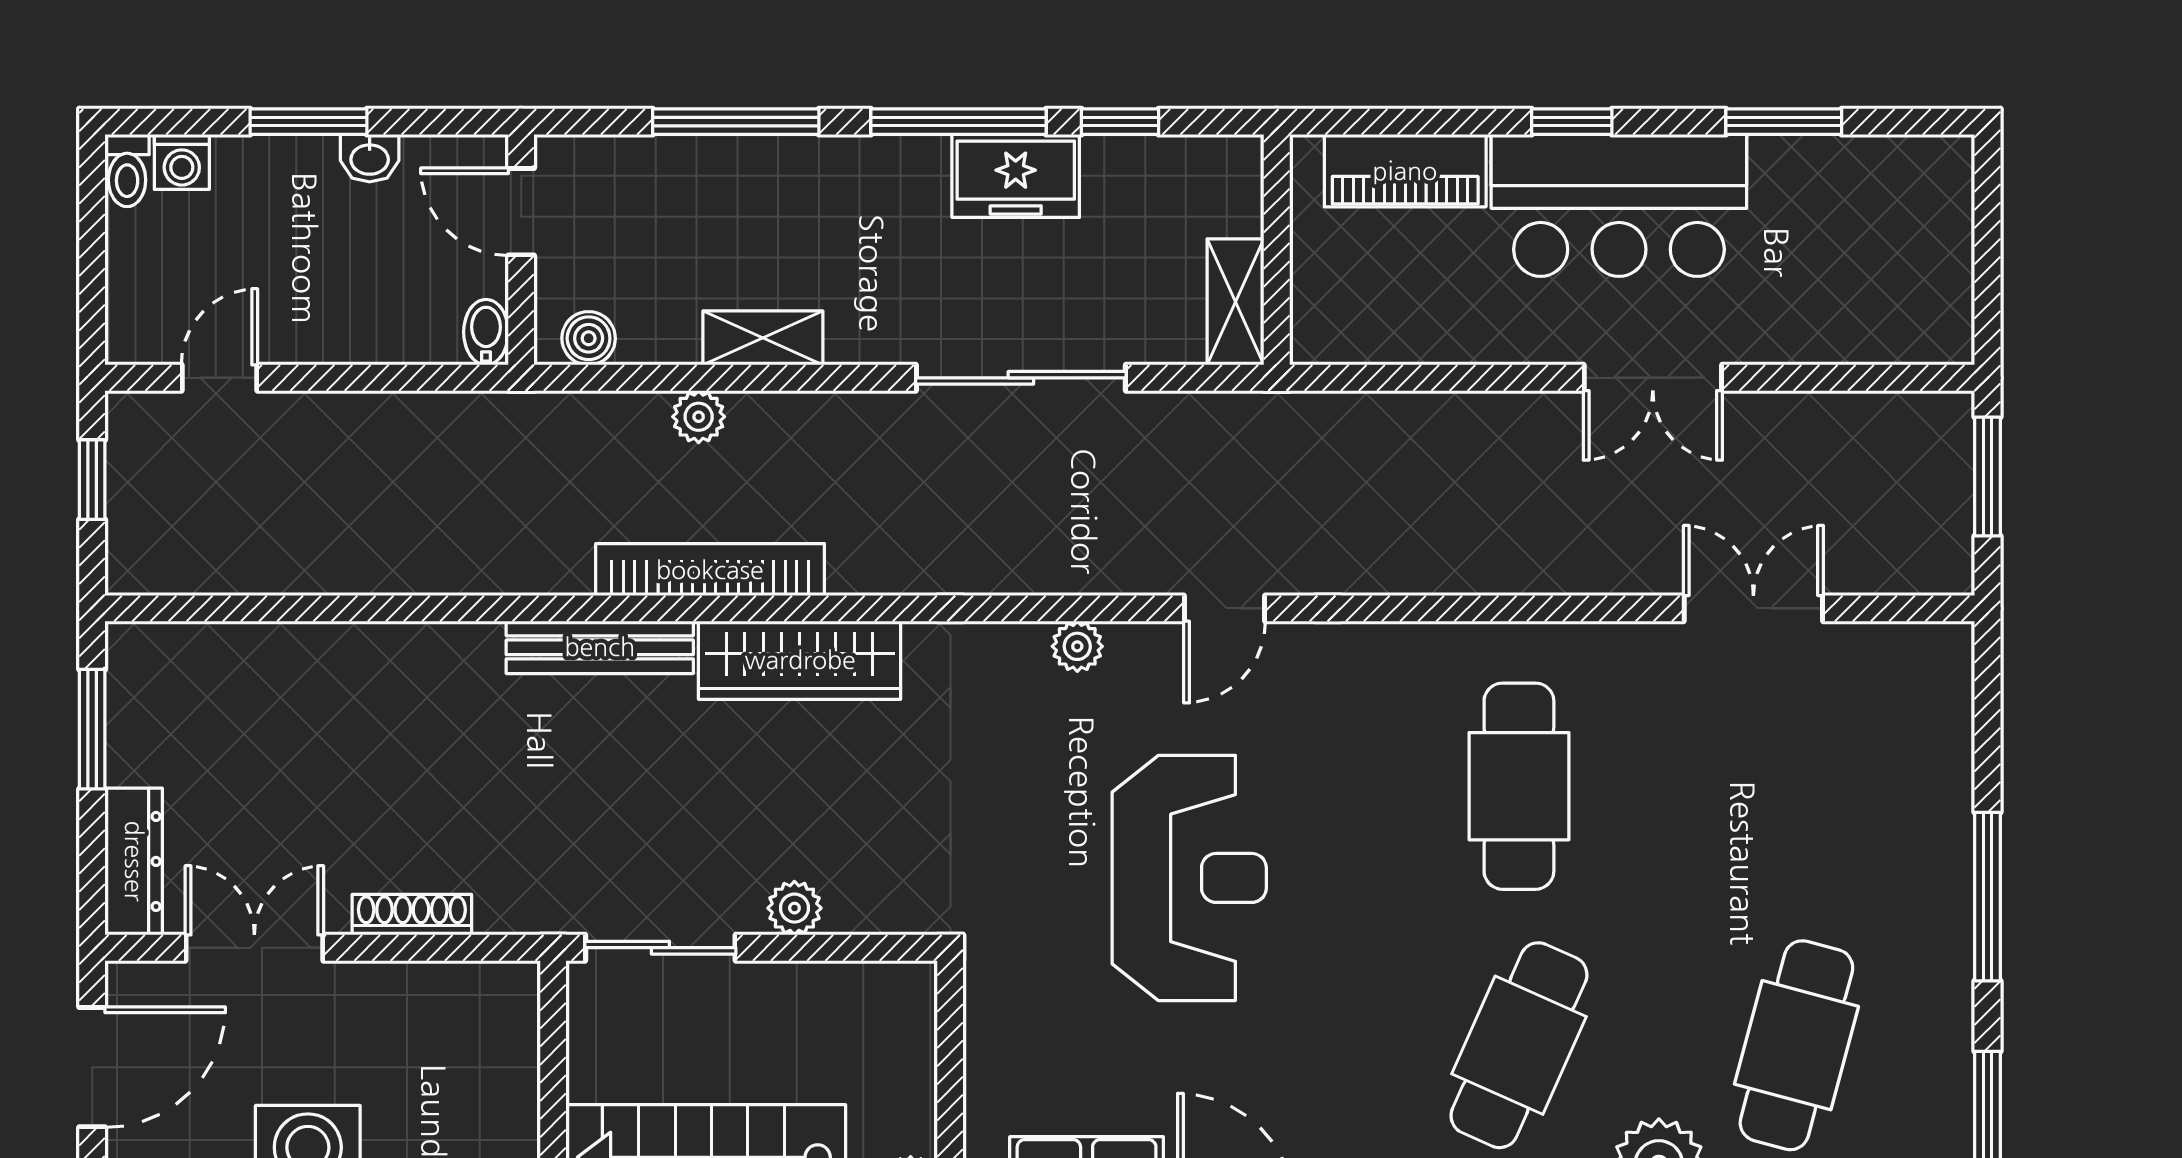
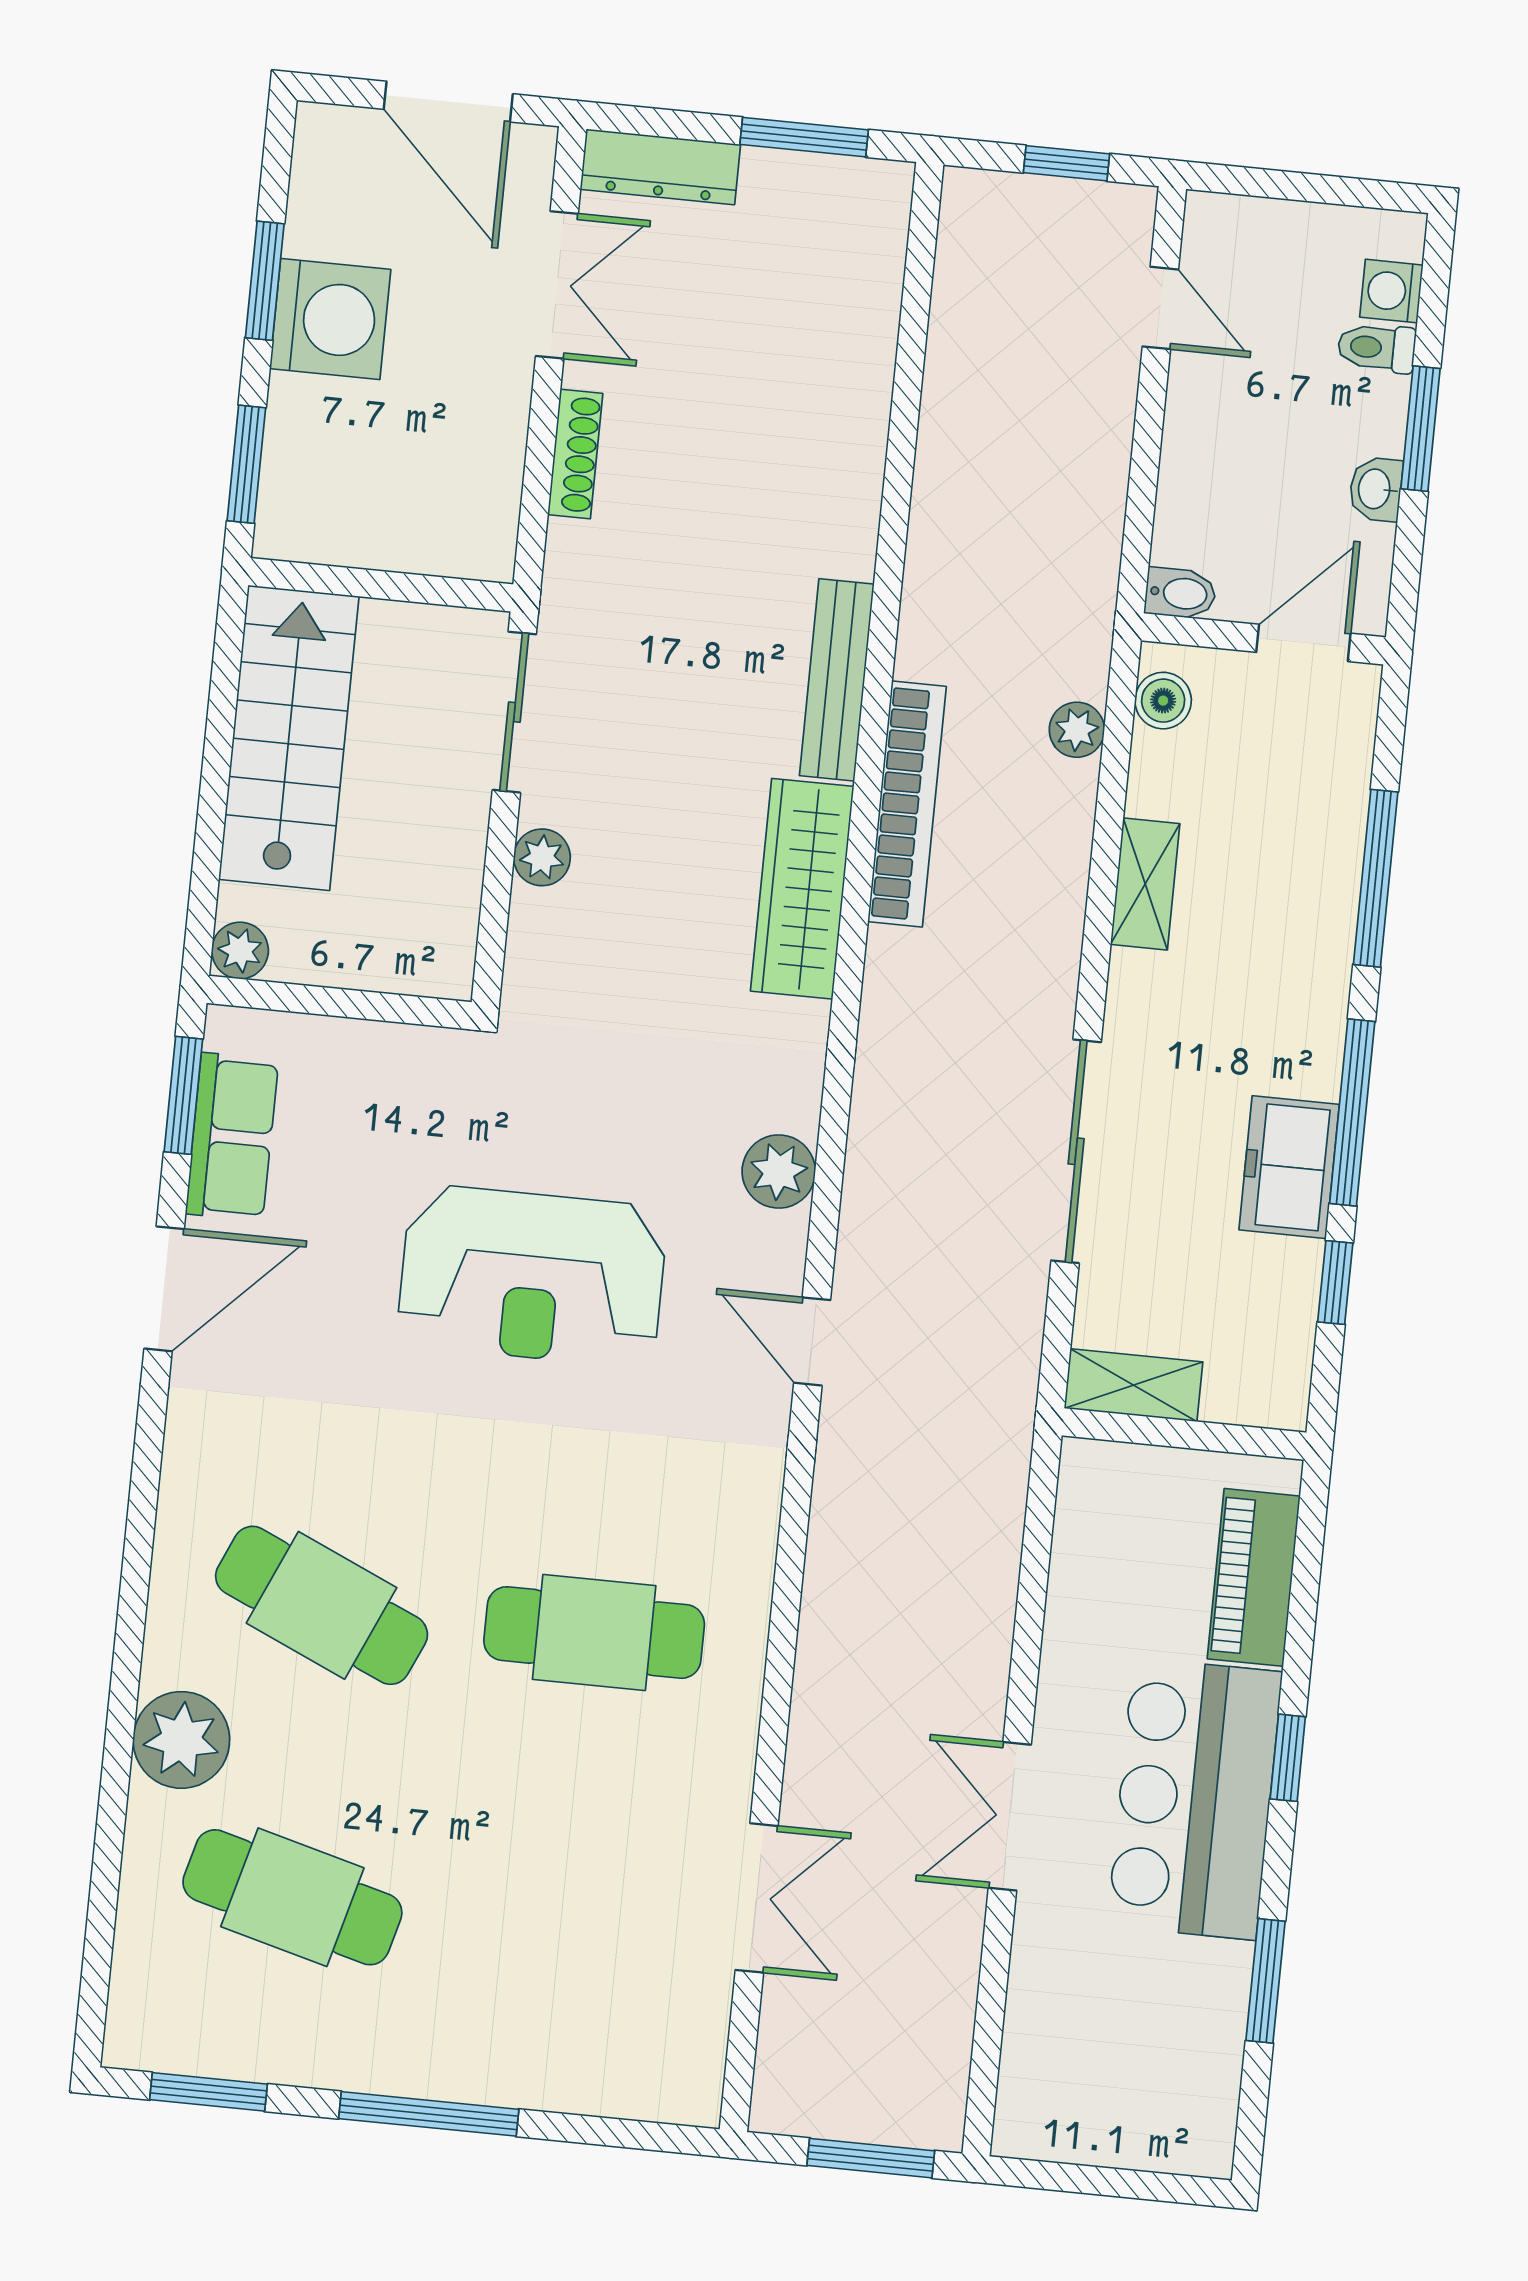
toilet: (127, 171) -> (1377, 348), moved
plant: (699, 417) -> (1077, 730), moved
plant: (1077, 646) -> (779, 1171), width x1.38, depth x1.38

